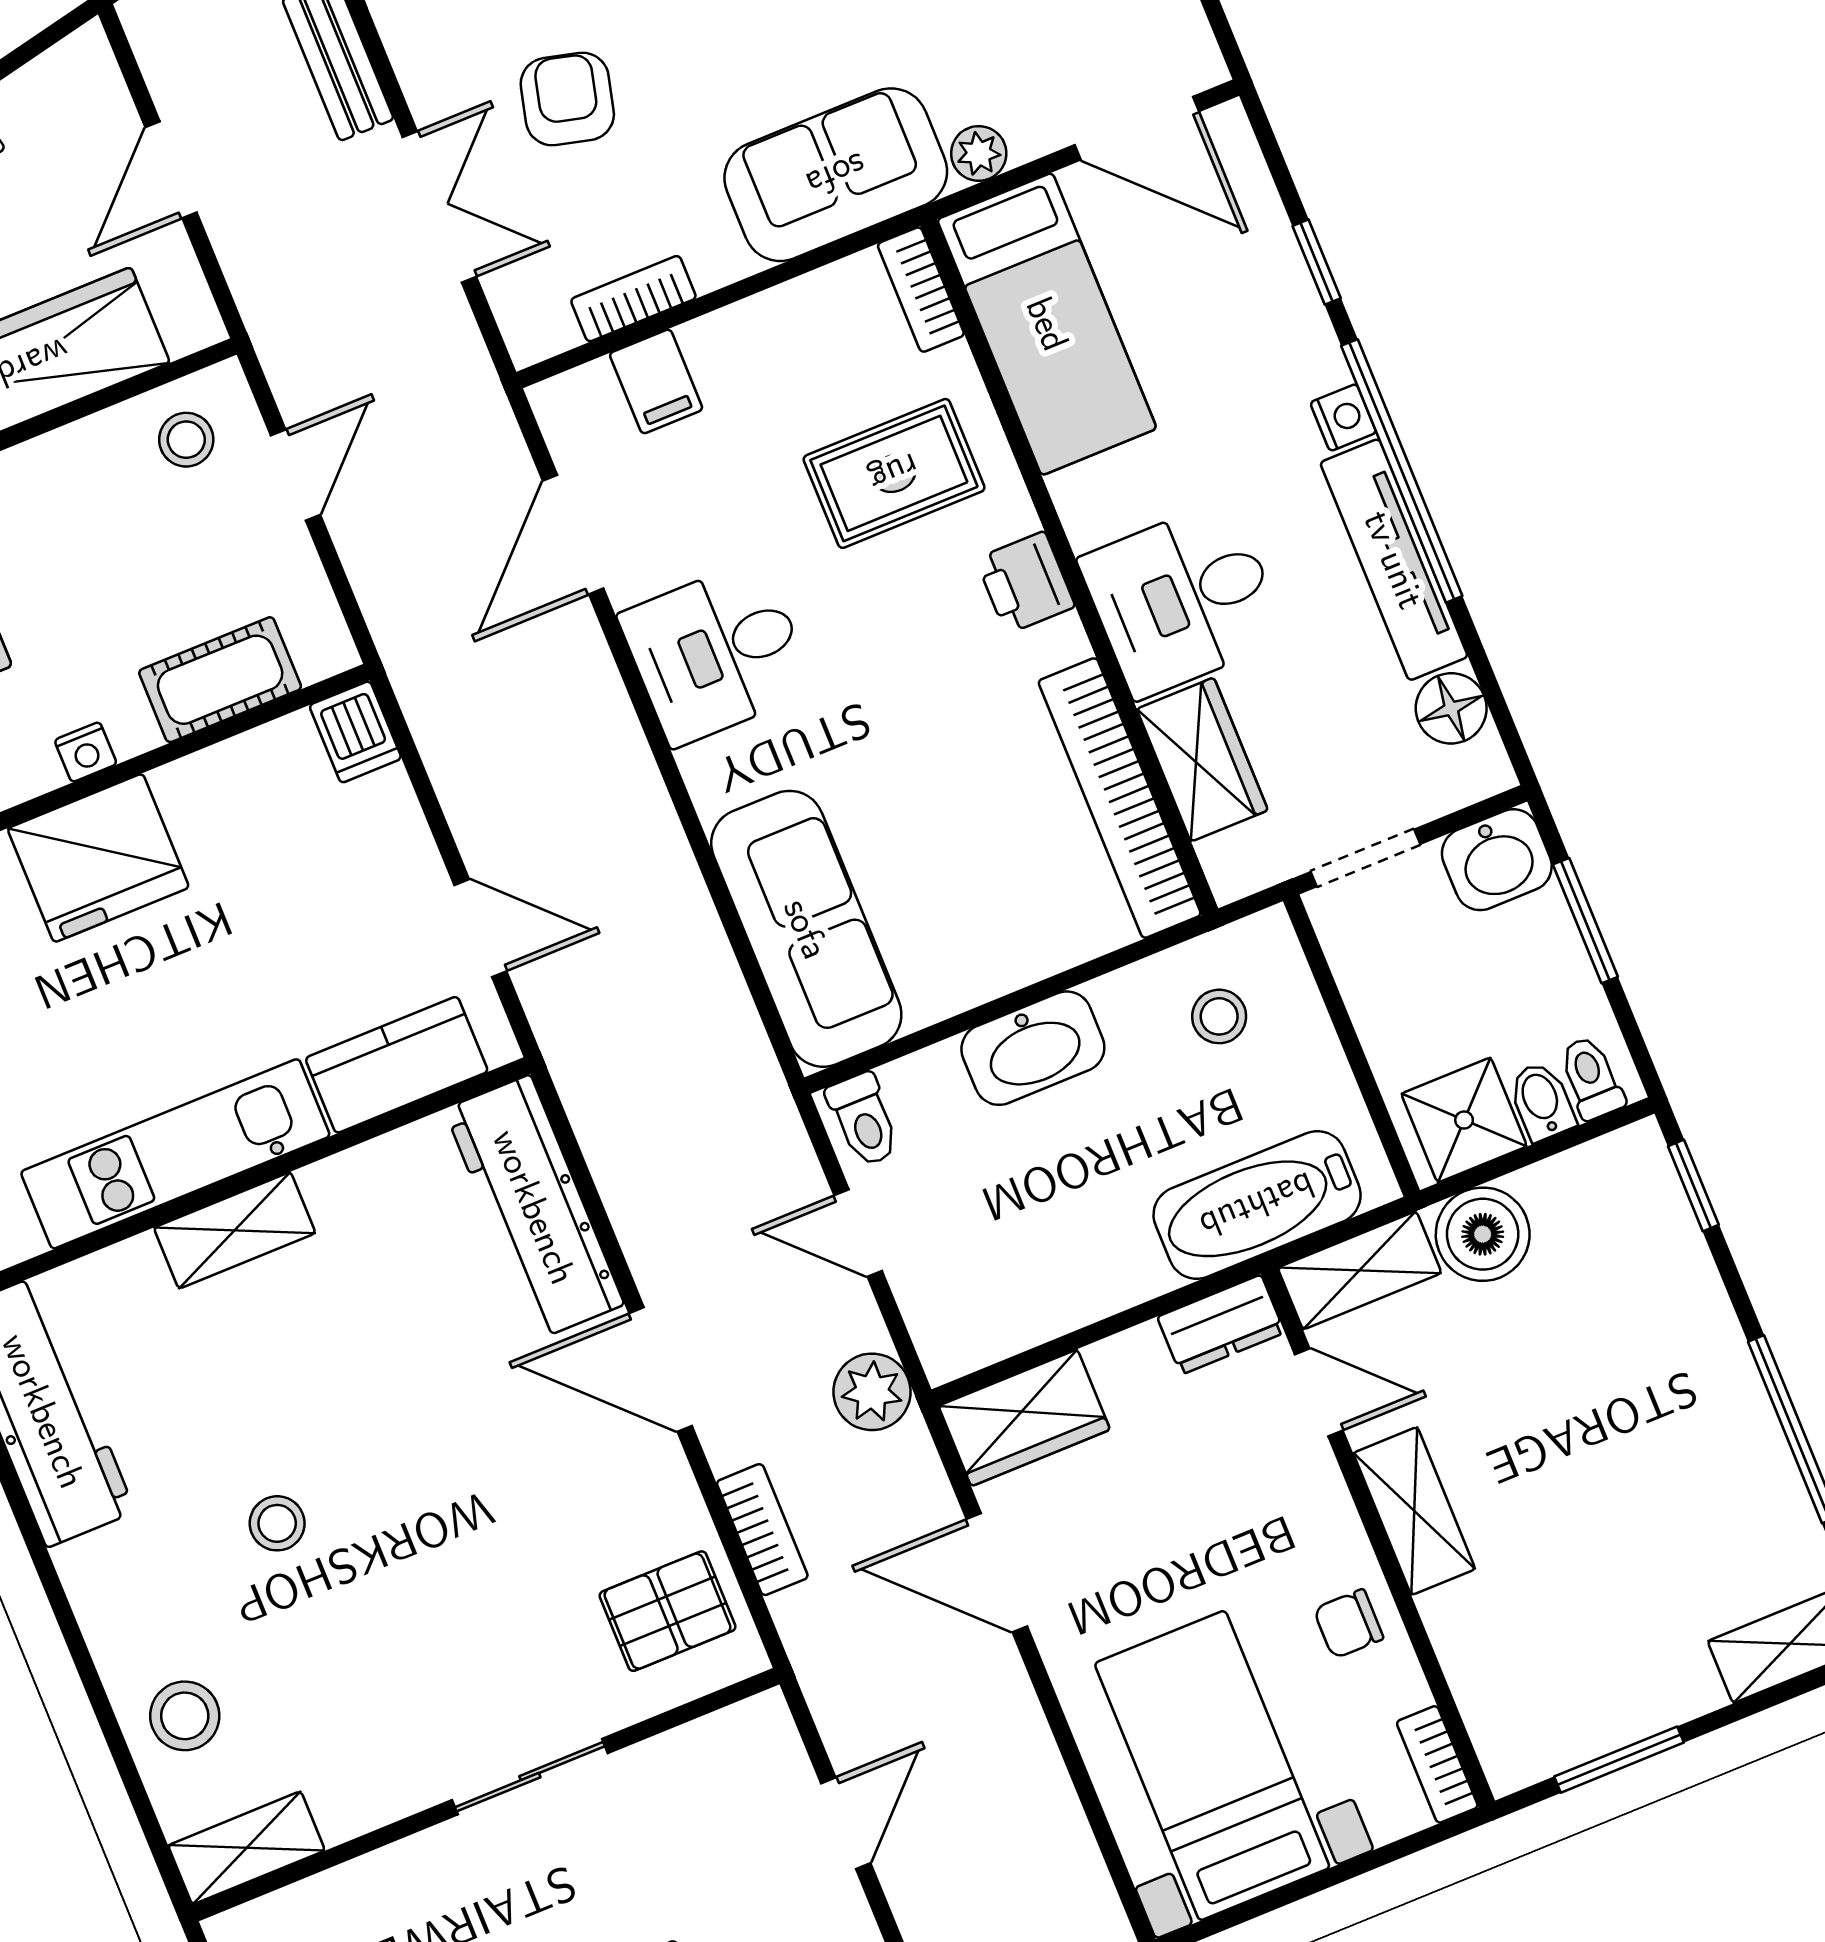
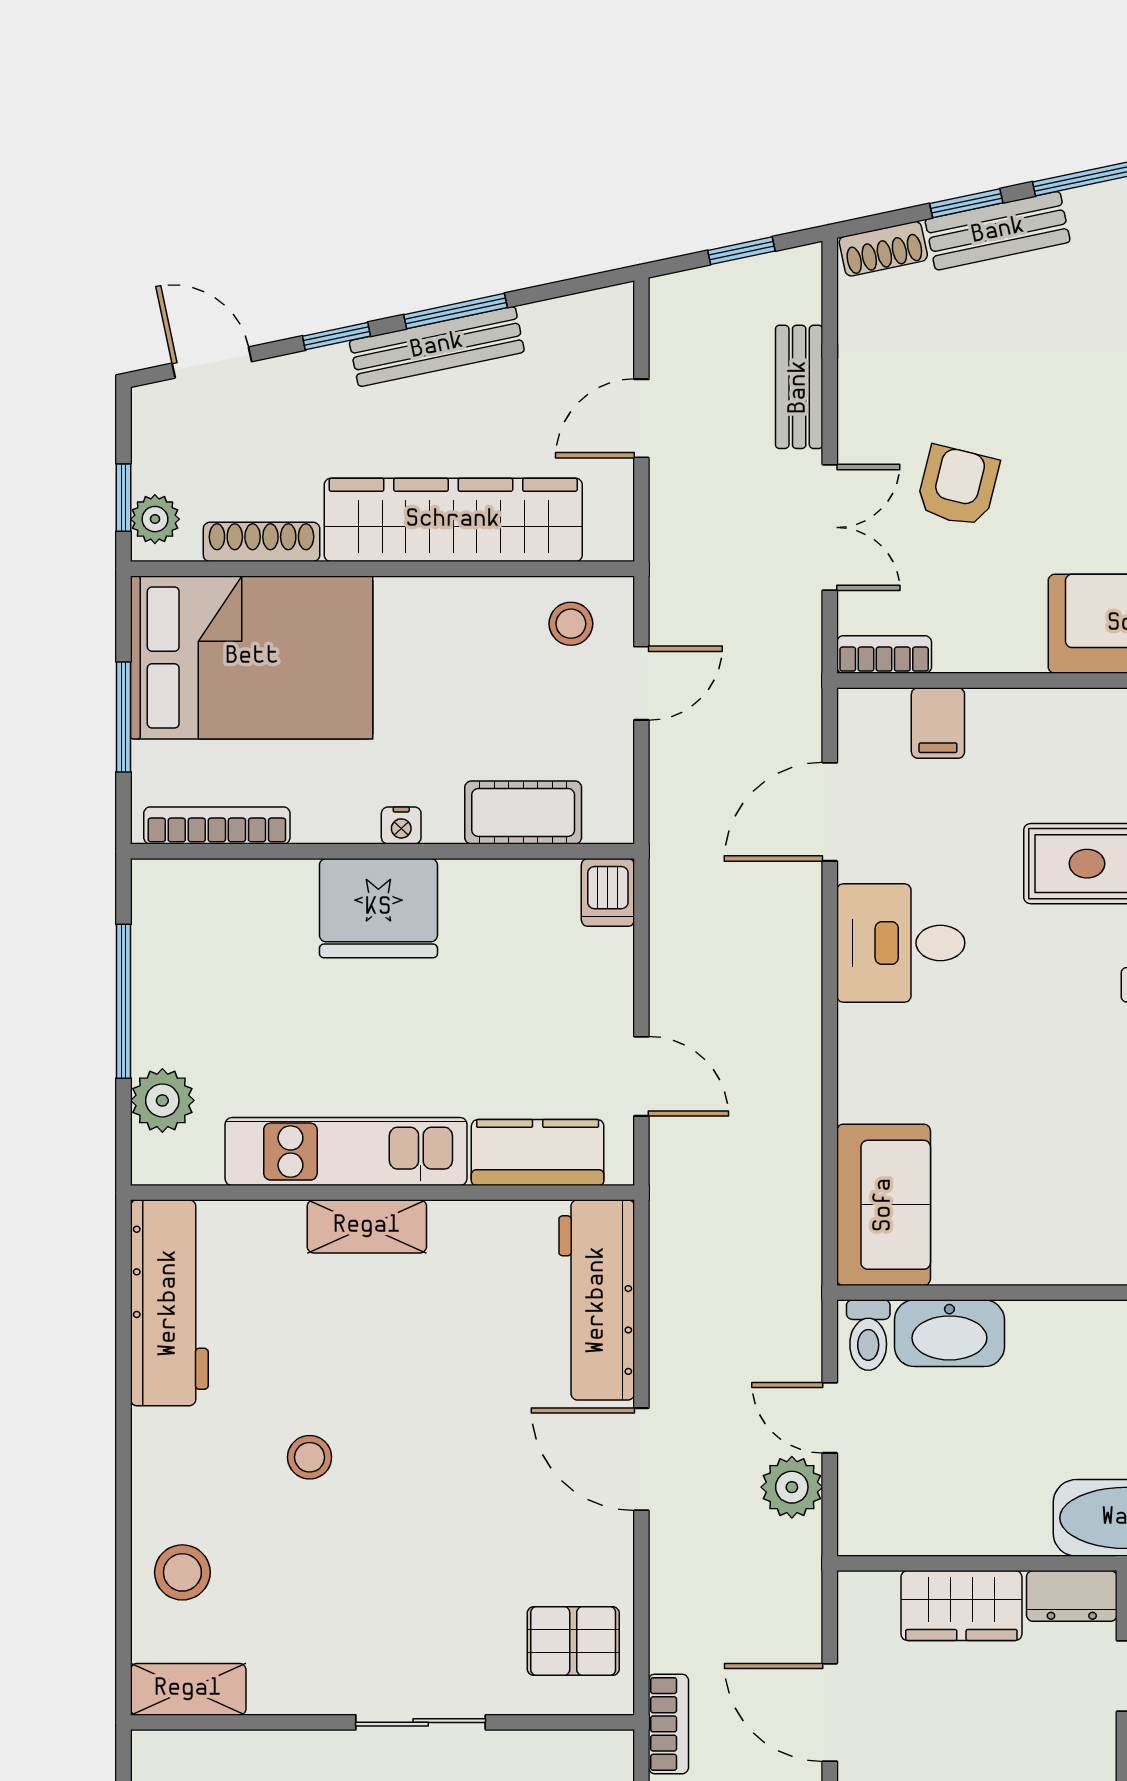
bookcase: (633, 299) -> (884, 655), moved
sofa: (806, 929) -> (884, 1205), width x0.73
washbasin: (1033, 1048) -> (949, 1333), moved
plant: (872, 1392) -> (792, 1487), moved
wardrobe: (1024, 1418) -> (961, 1606), moved
bookcase: (762, 1530) -> (668, 1724), moved

